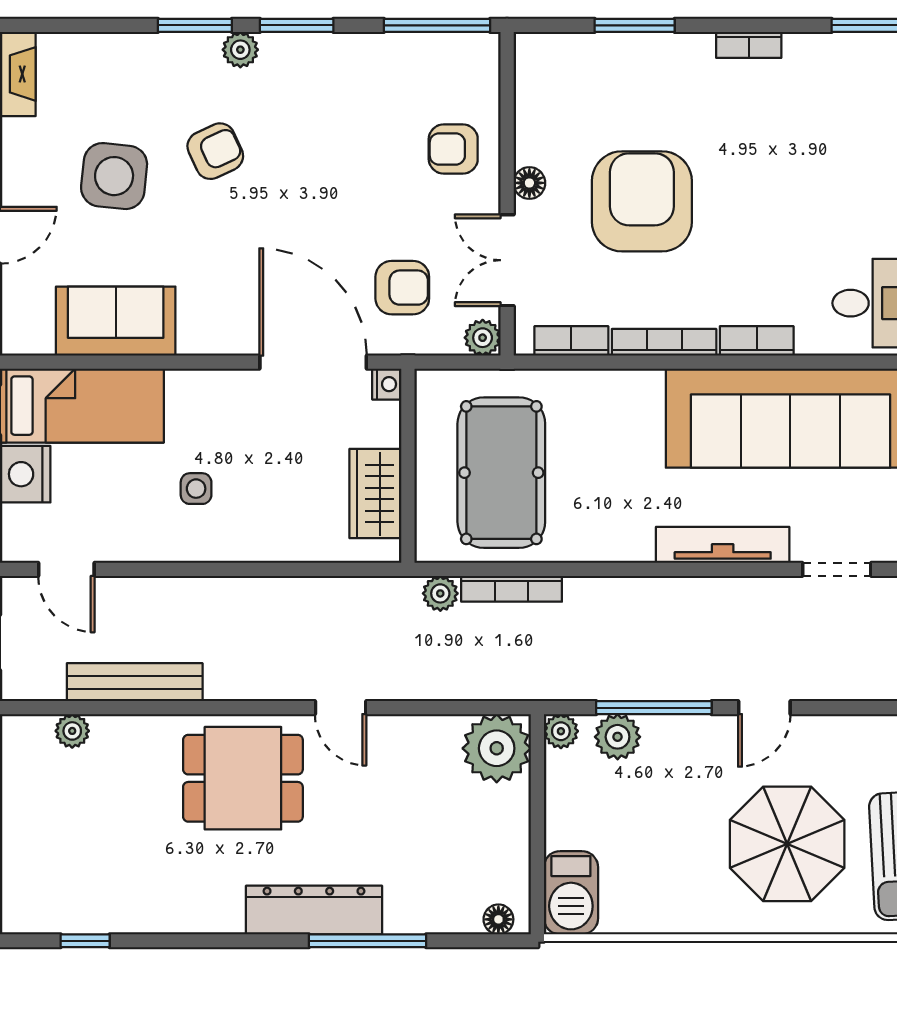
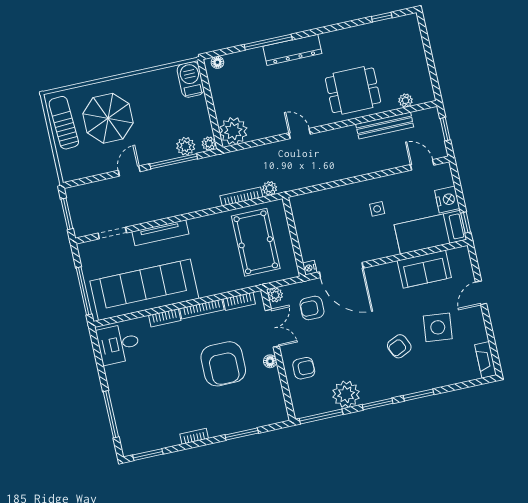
plant: (240, 50) -> (346, 394), moved, width x1.87, depth x1.87
wardrobe: (375, 494) -> (305, 223), removed
dining table: (243, 778) -> (353, 90), moved

